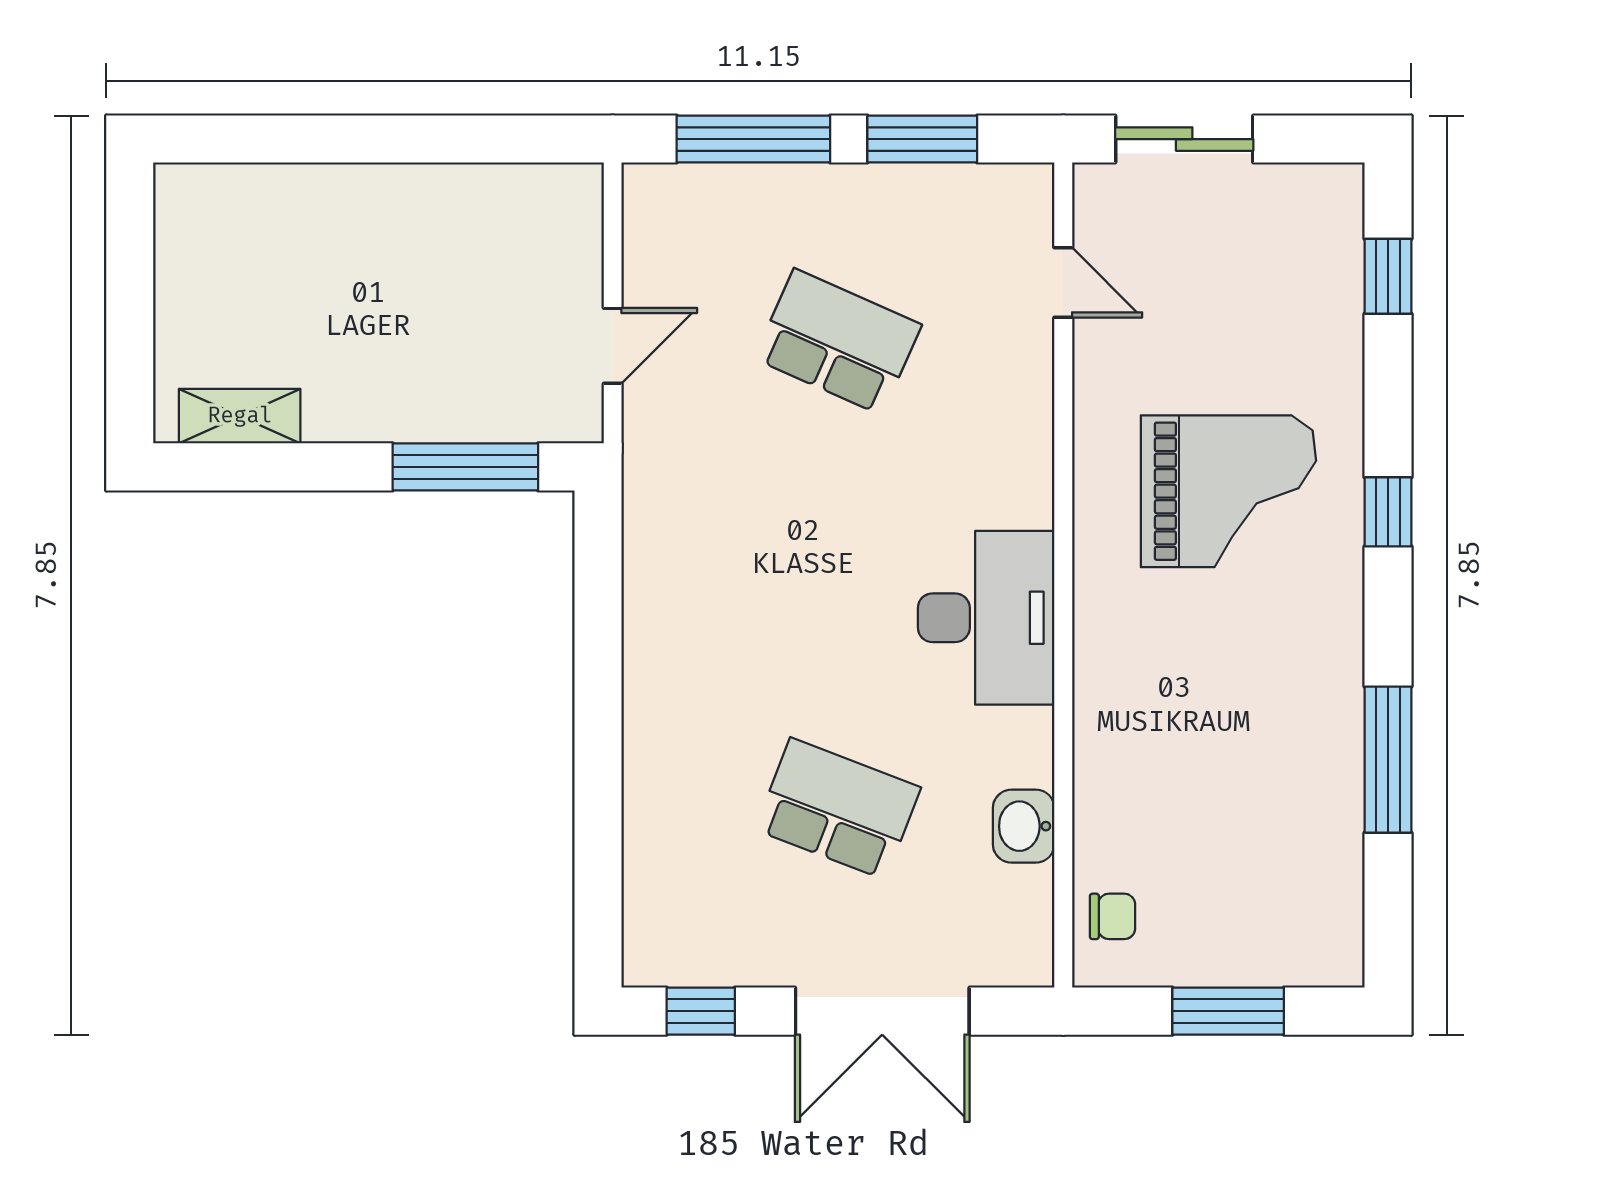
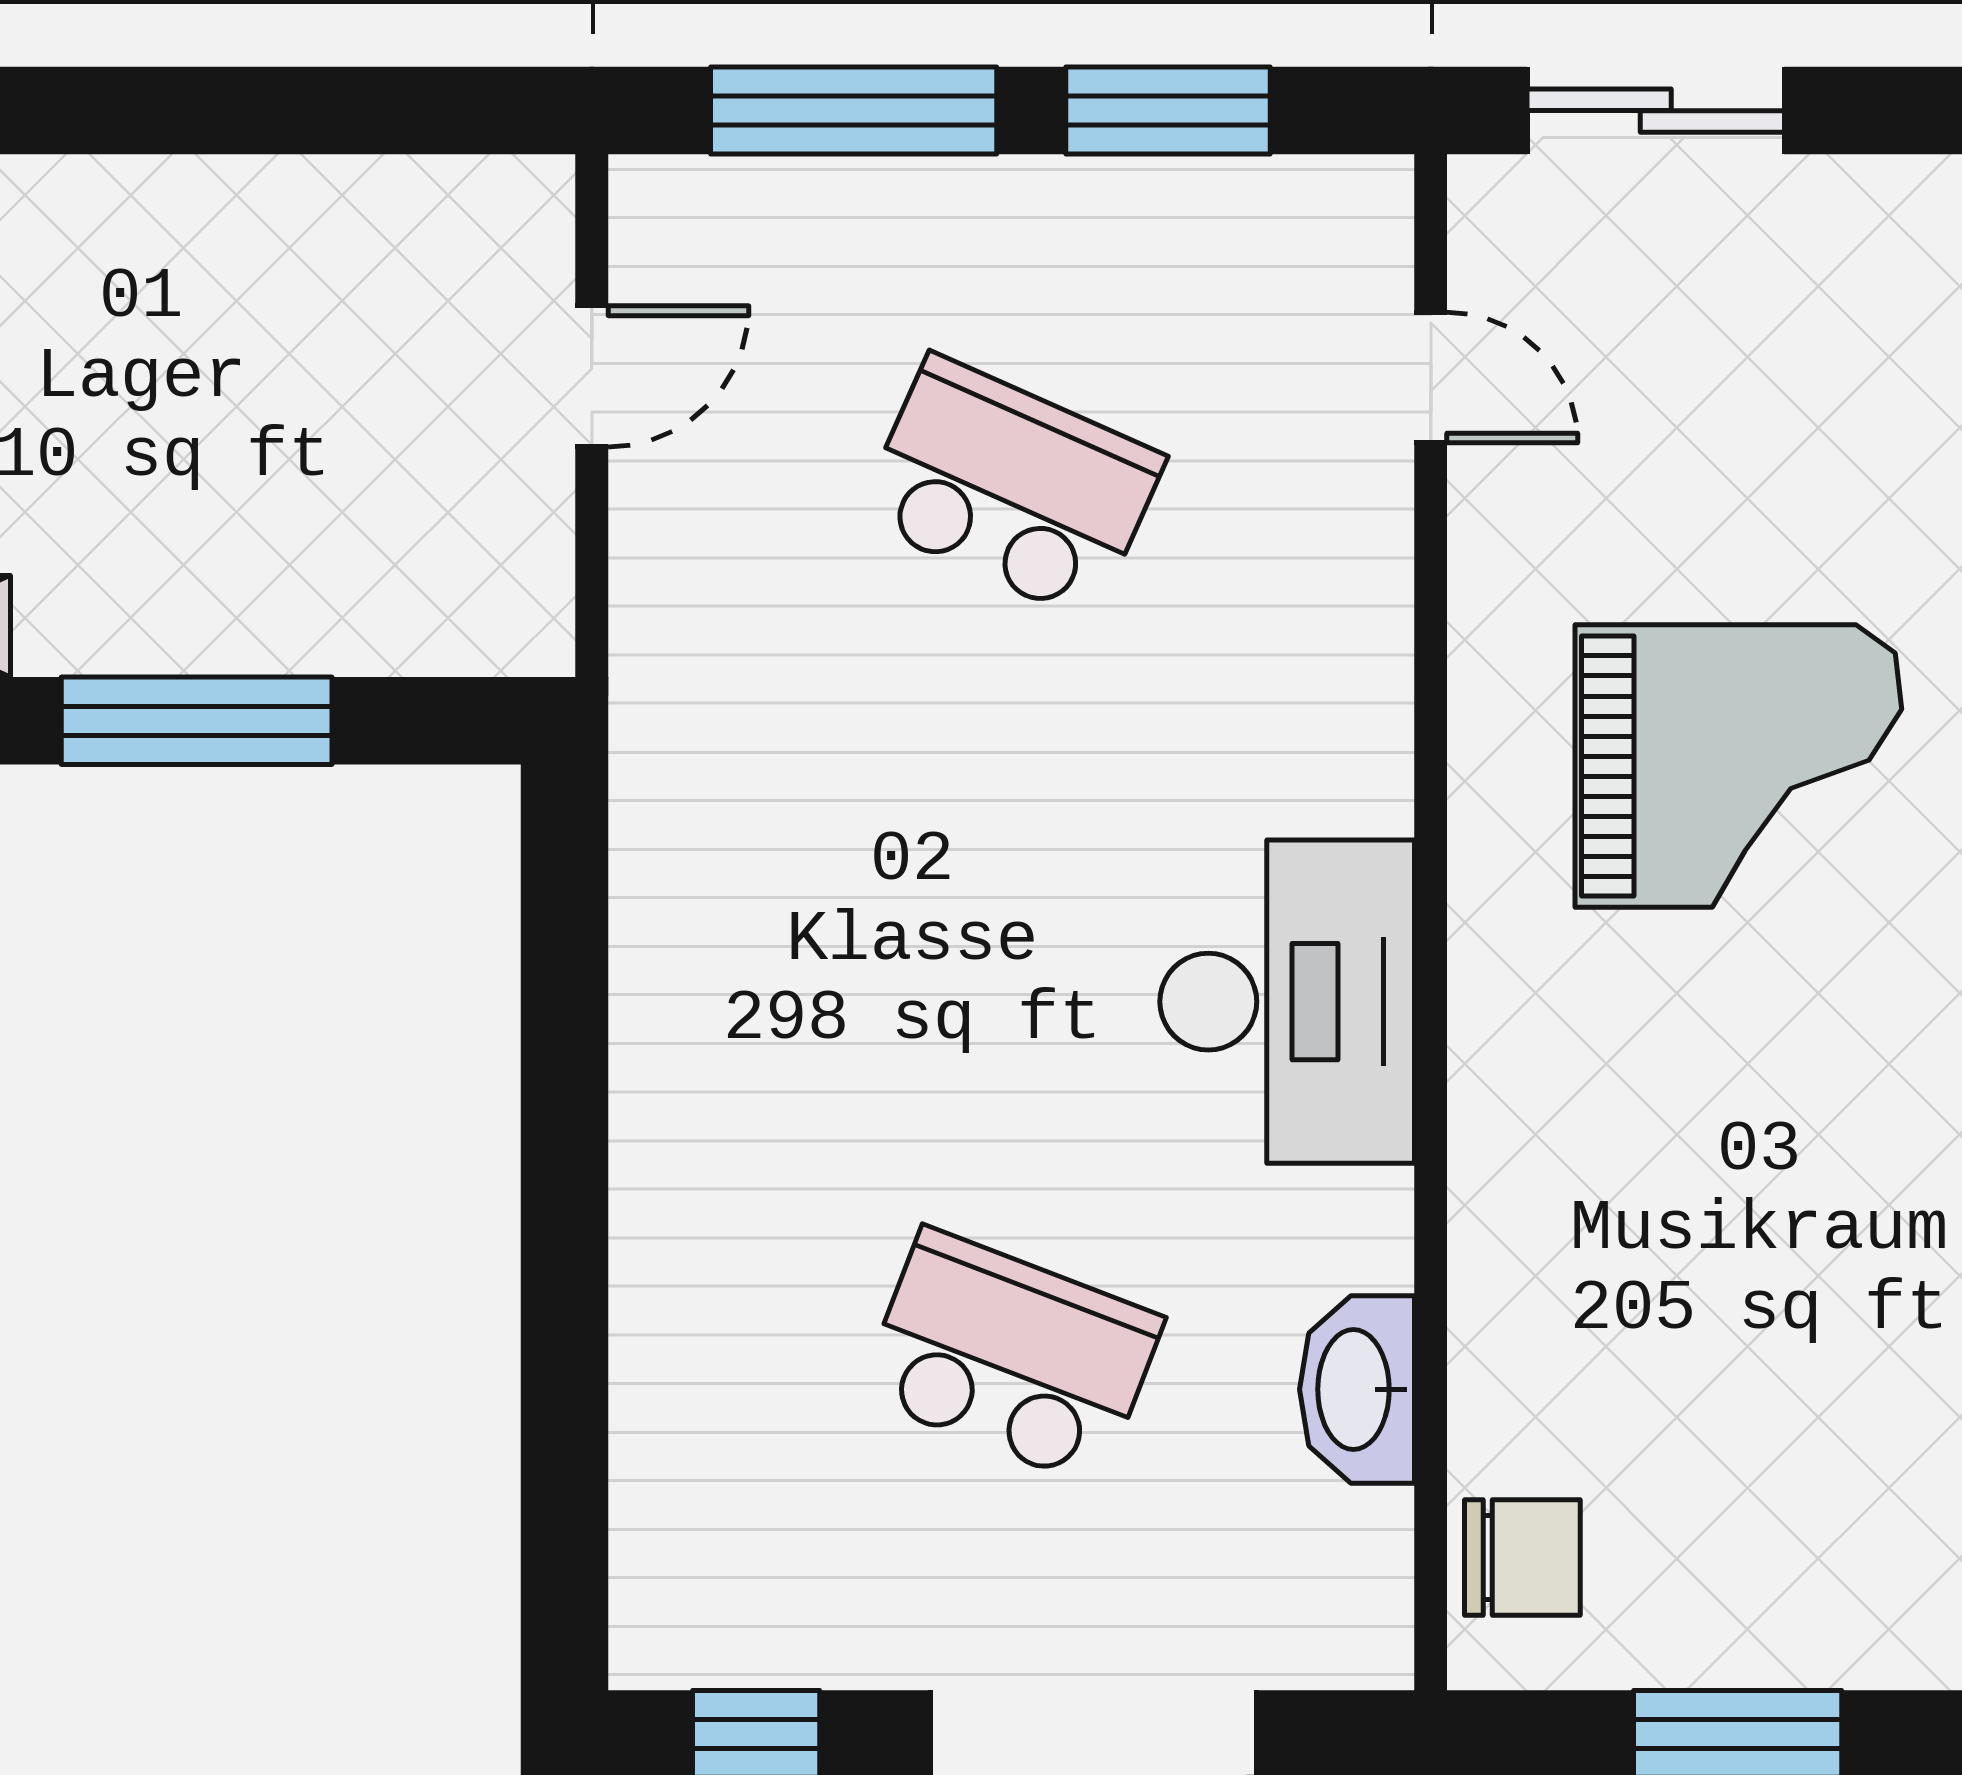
door: (613, 346) -> (592, 376), moved
window: (465, 467) -> (197, 721), moved
washbasin: (1024, 826) -> (1357, 1389), width x1.38
chair: (1113, 916) -> (1522, 1558), width x1.37, depth x1.37

